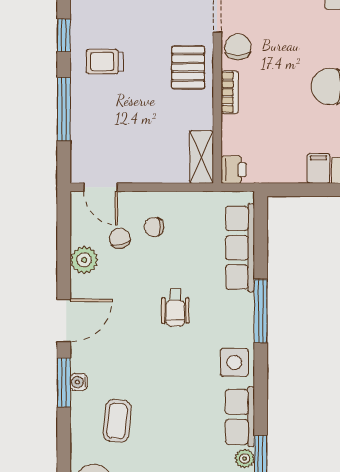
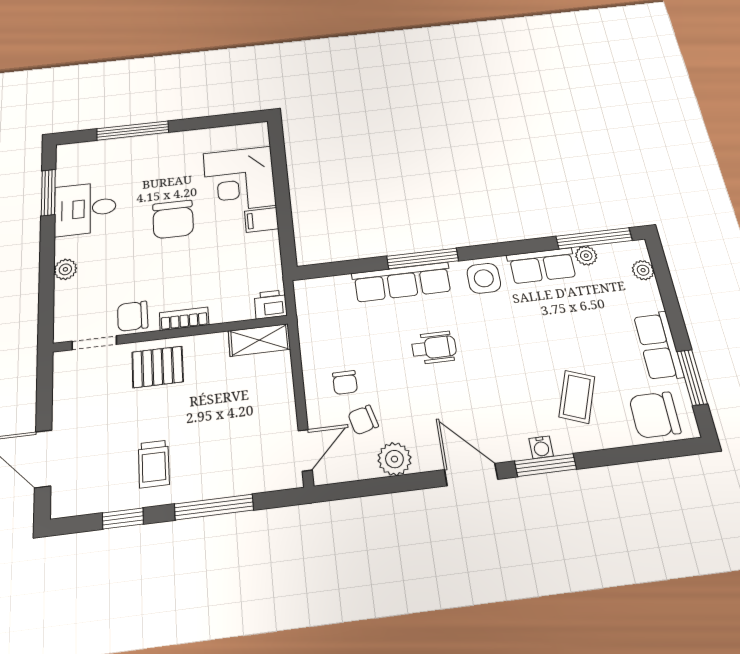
row of seats: (240, 248) -> (402, 282), moved
coffee table: (117, 421) -> (577, 397), turned -76

